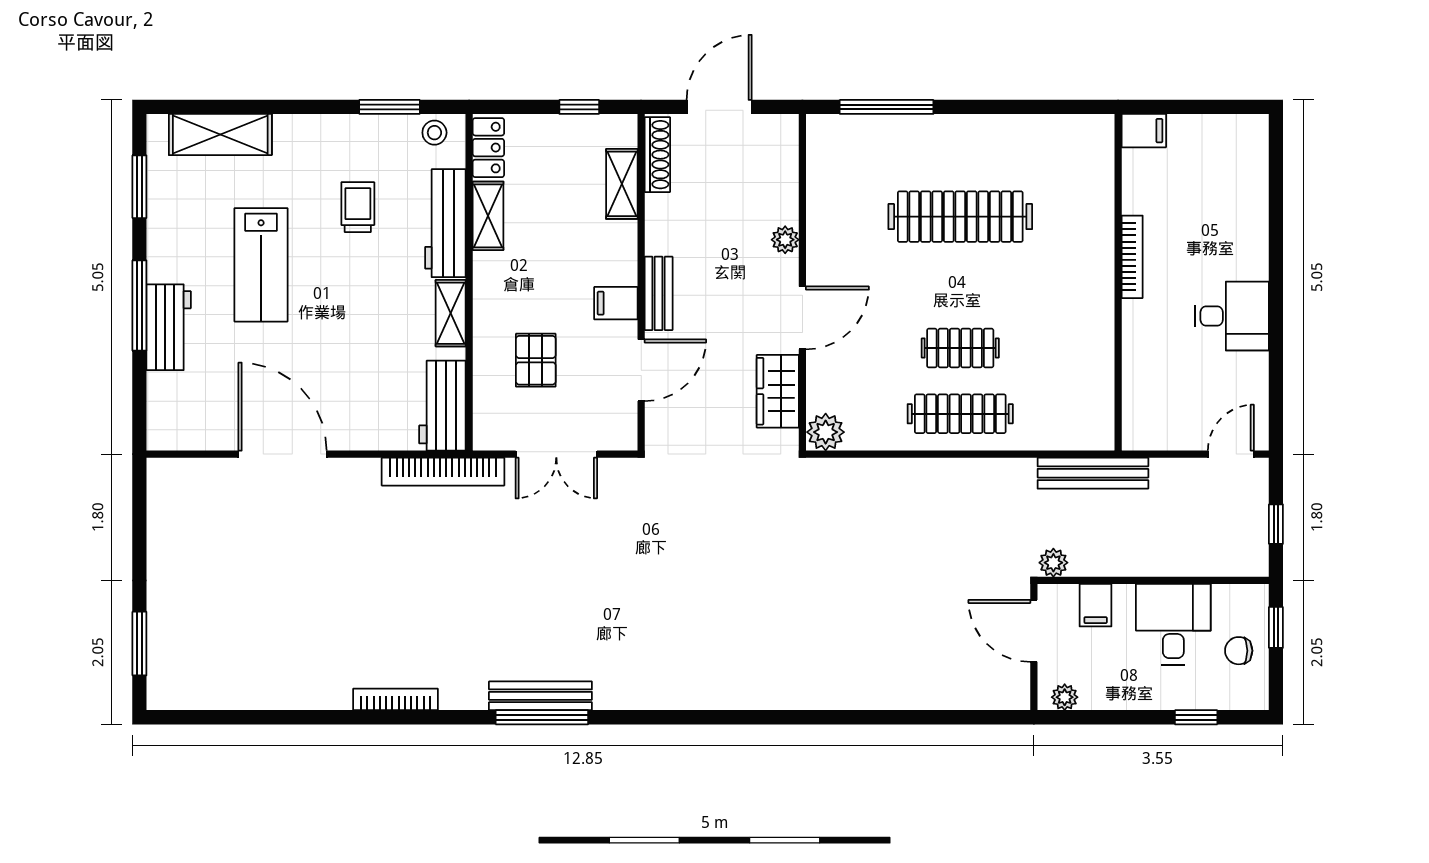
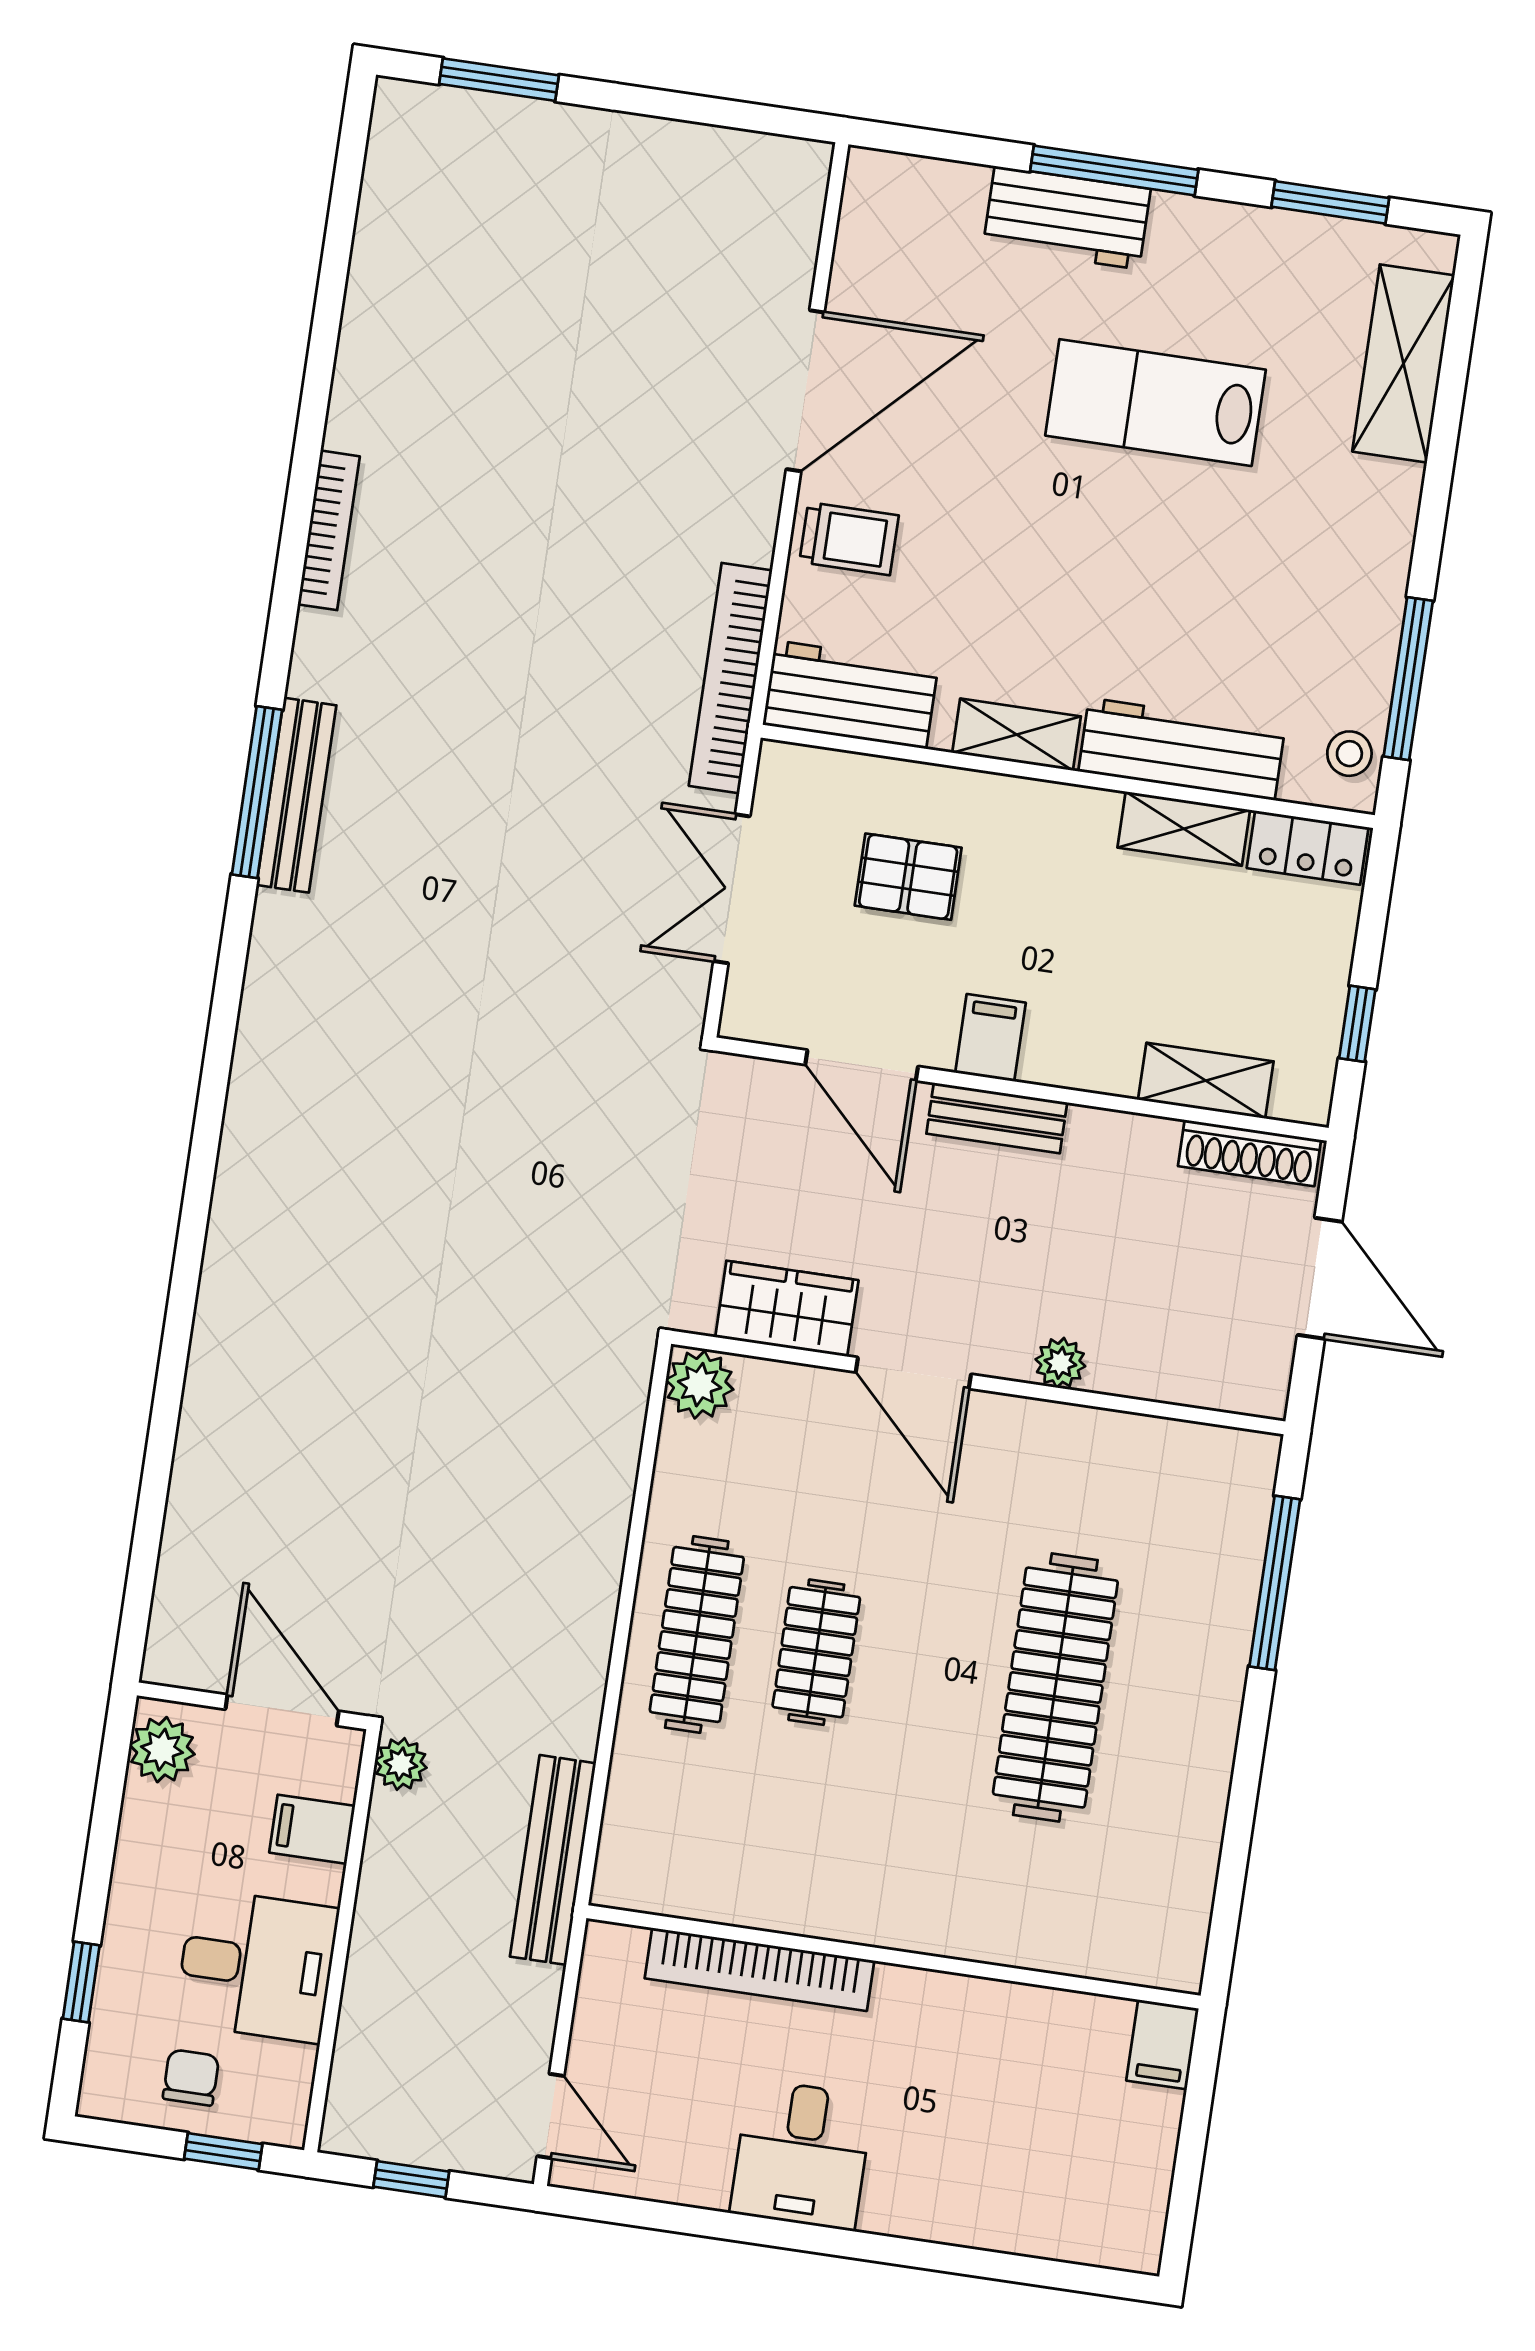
window: (390, 107) -> (1408, 679), width x1.44
trolley: (358, 207) -> (849, 539), moved
bookcase: (1132, 257) -> (759, 1969), moved, width x1.48, depth x1.31
door: (1034, 631) -> (282, 1710), hinge flipped
plant: (1065, 697) -> (162, 1750), width x1.38, depth x1.38

